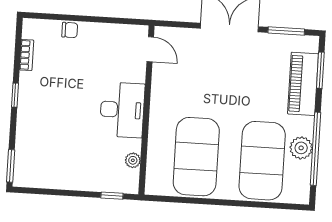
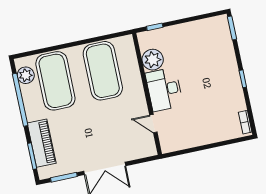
chair: (70, 30) -> (217, 135), removed
door: (150, 49) -> (153, 124), moved
bookcase: (27, 55) -> (245, 122), moved
plant: (301, 148) -> (26, 75), moved
plant: (133, 160) -> (153, 60), width x1.88, depth x1.88

